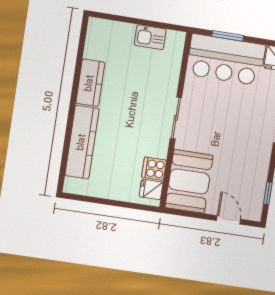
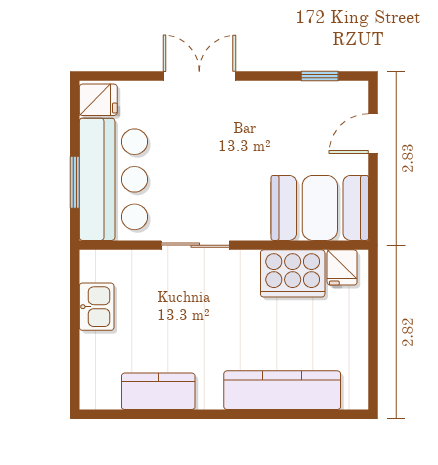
kitchen counter: (90, 83) -> (158, 391), moved
sliding door: (176, 118) -> (195, 245), moved
cooker: (154, 169) -> (293, 273), width x1.87, depth x1.31

